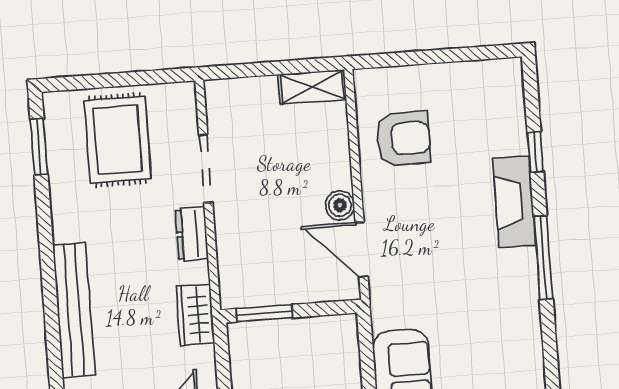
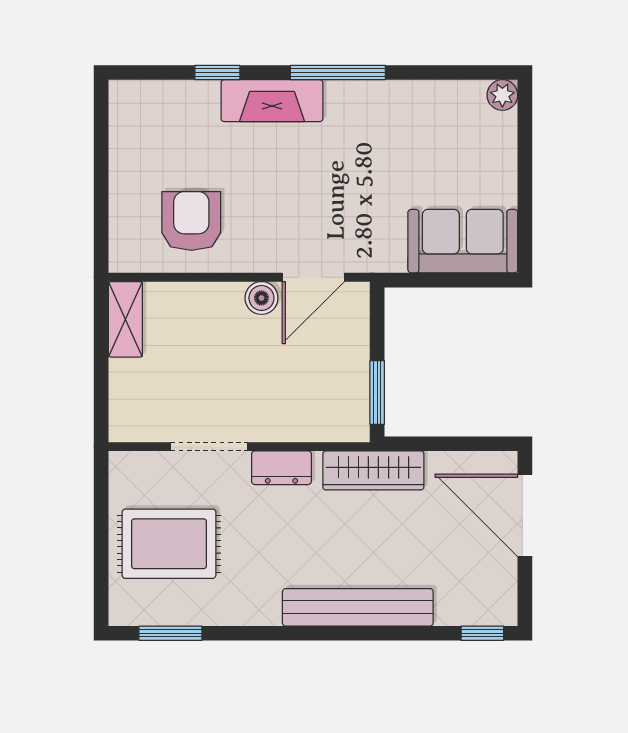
wardrobe: (195, 315) -> (373, 470), width x1.50

